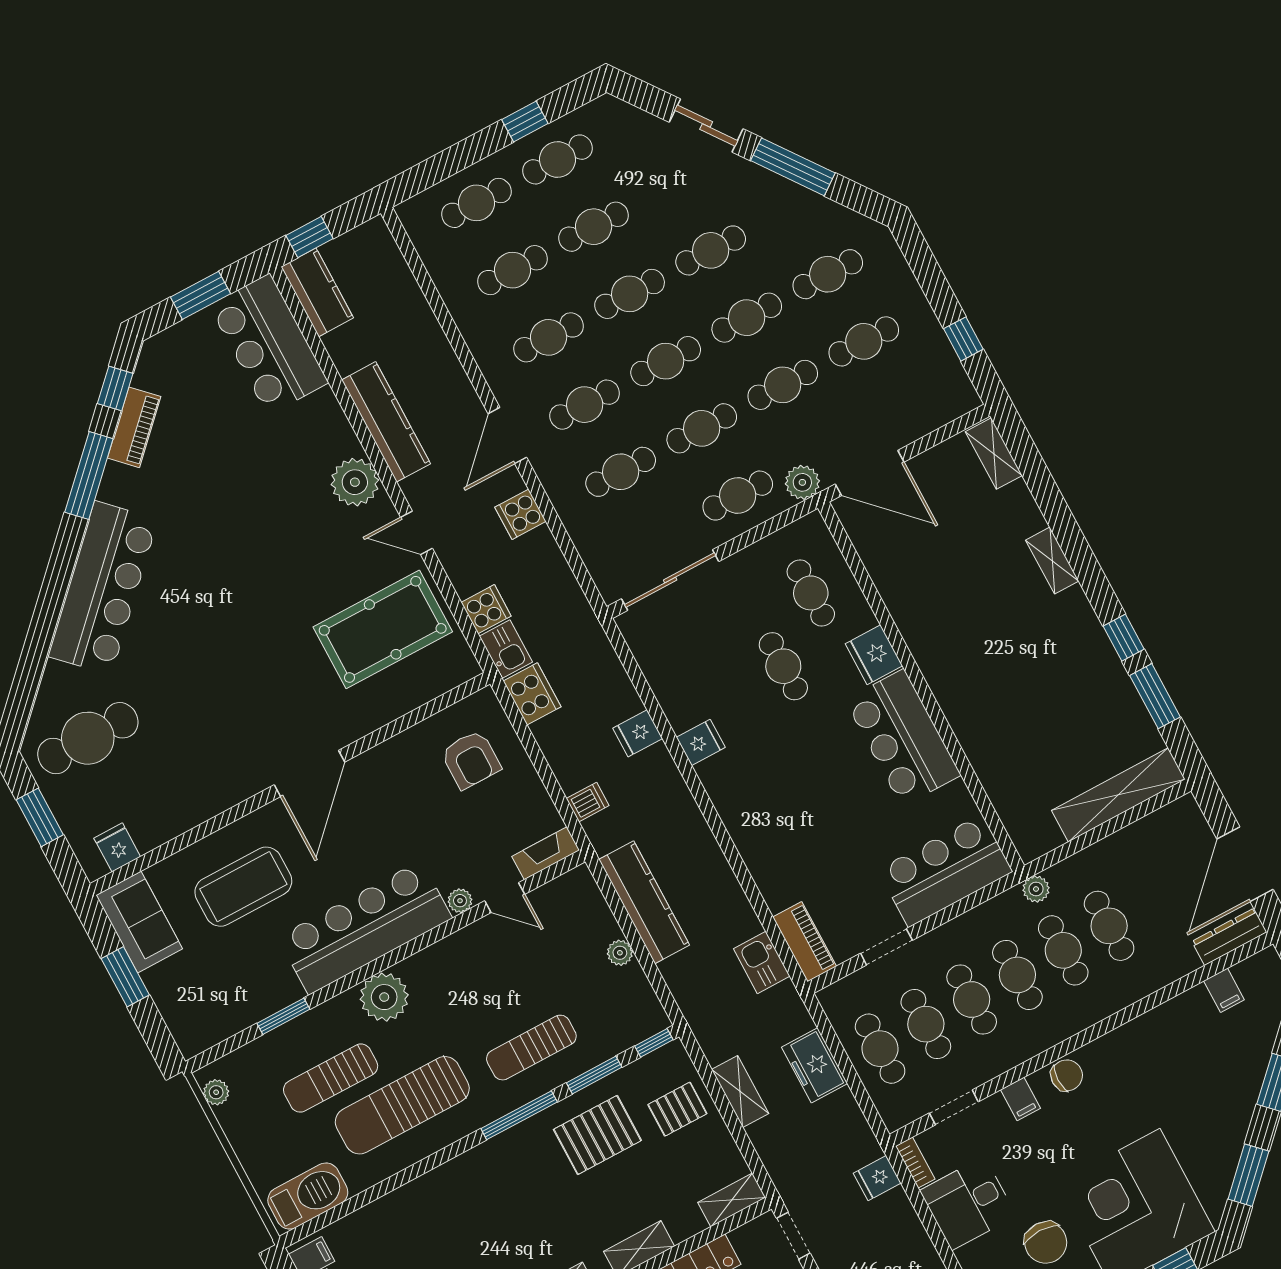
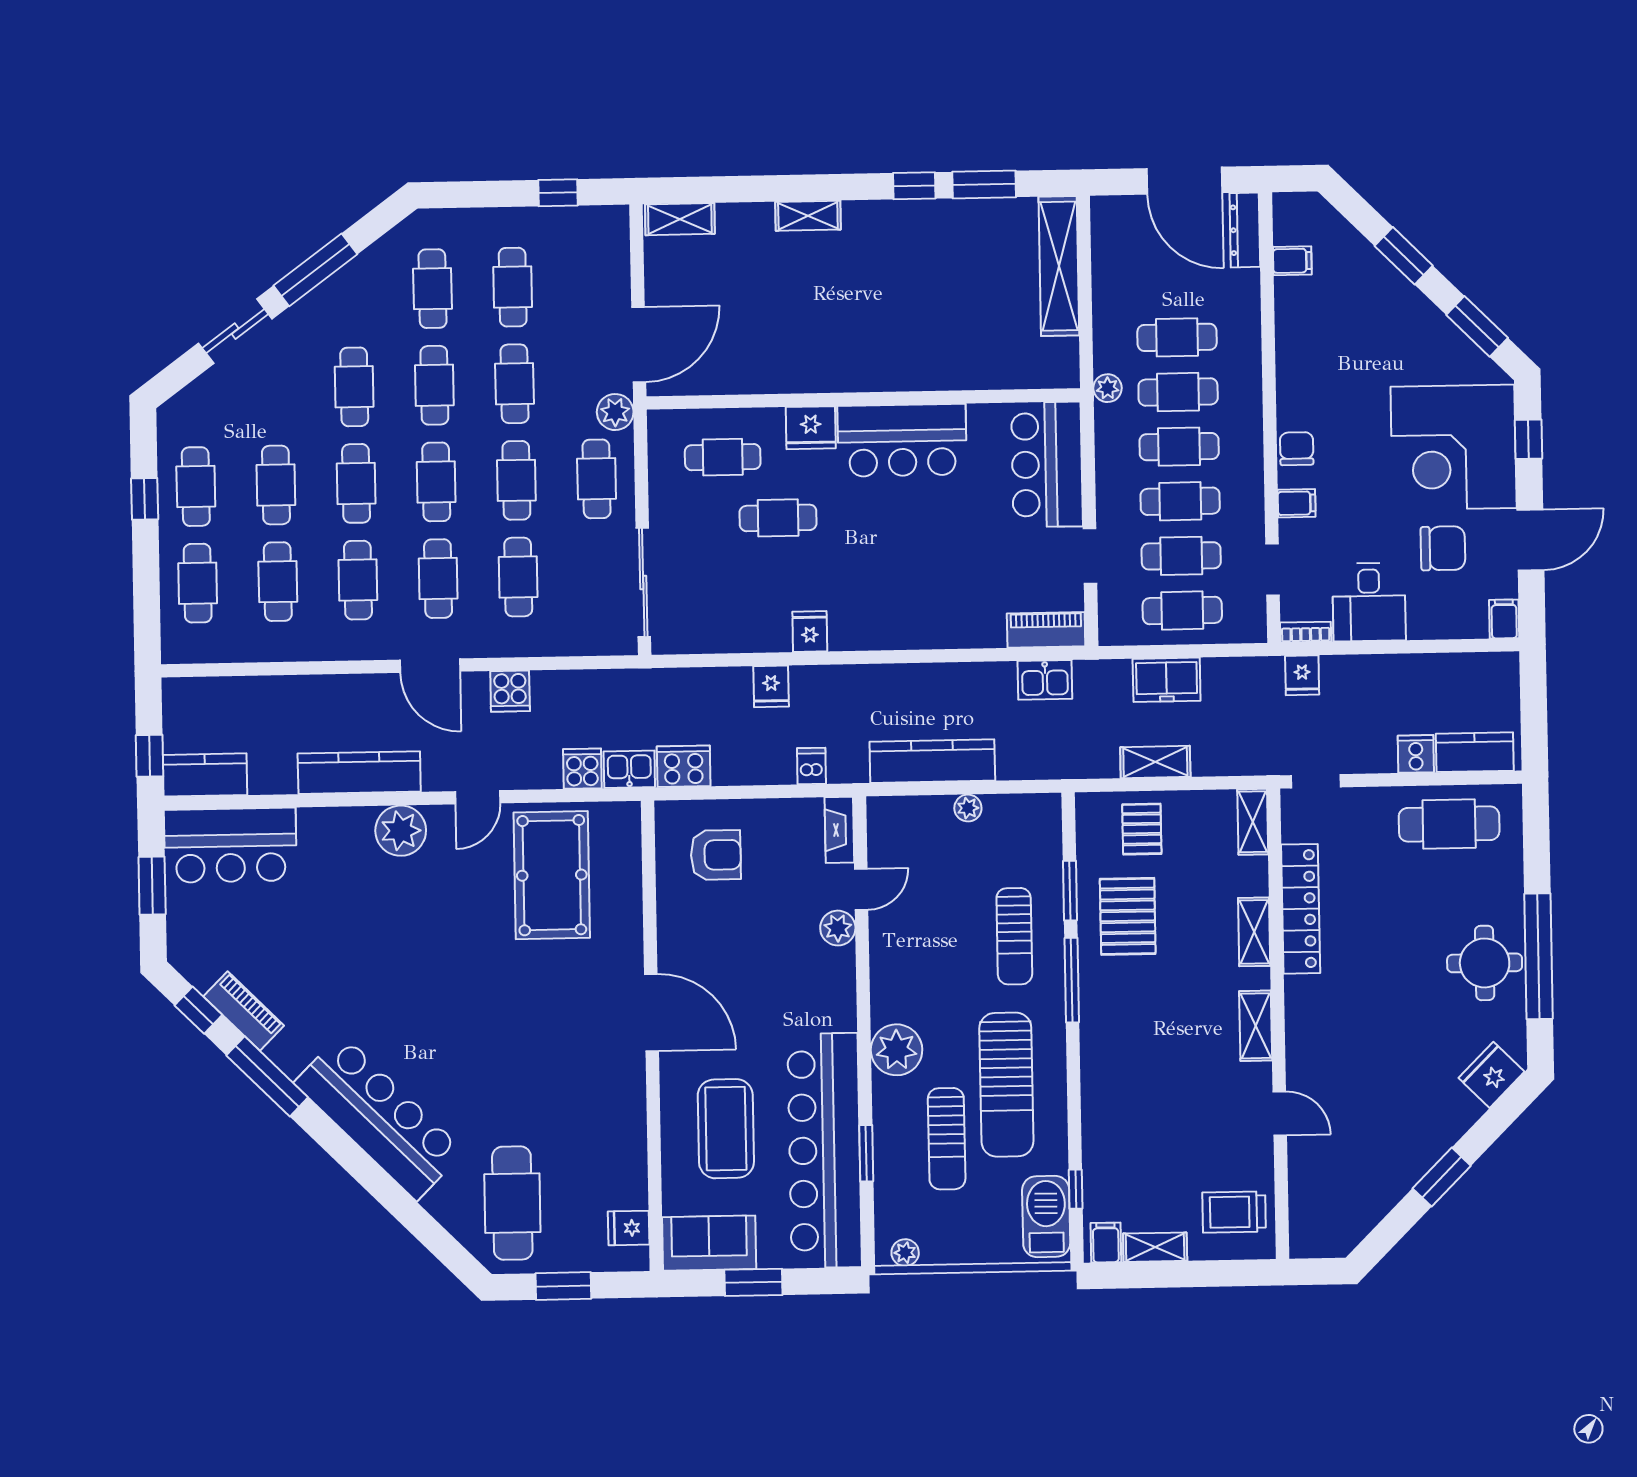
plant: (460, 901) -> (838, 928), width x1.38, depth x1.38
bar counter: (365, 928) -> (825, 1151), moved, width x1.36
window: (654, 1043) -> (1076, 1189), moved

